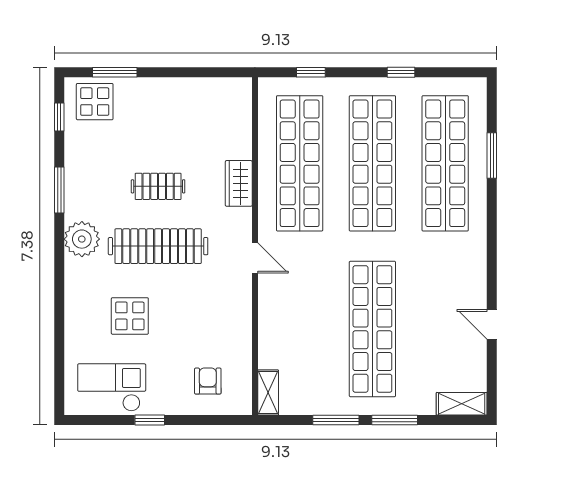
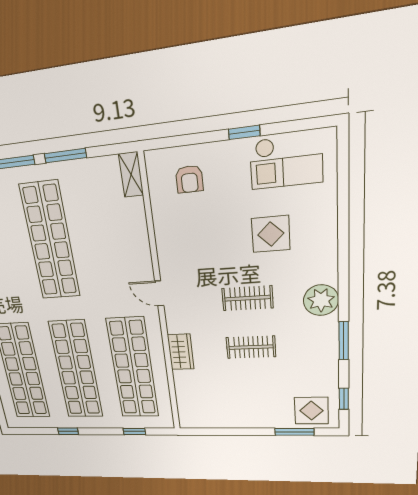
clothes rail: (158, 246) -> (247, 298), width x0.54, depth x0.76

